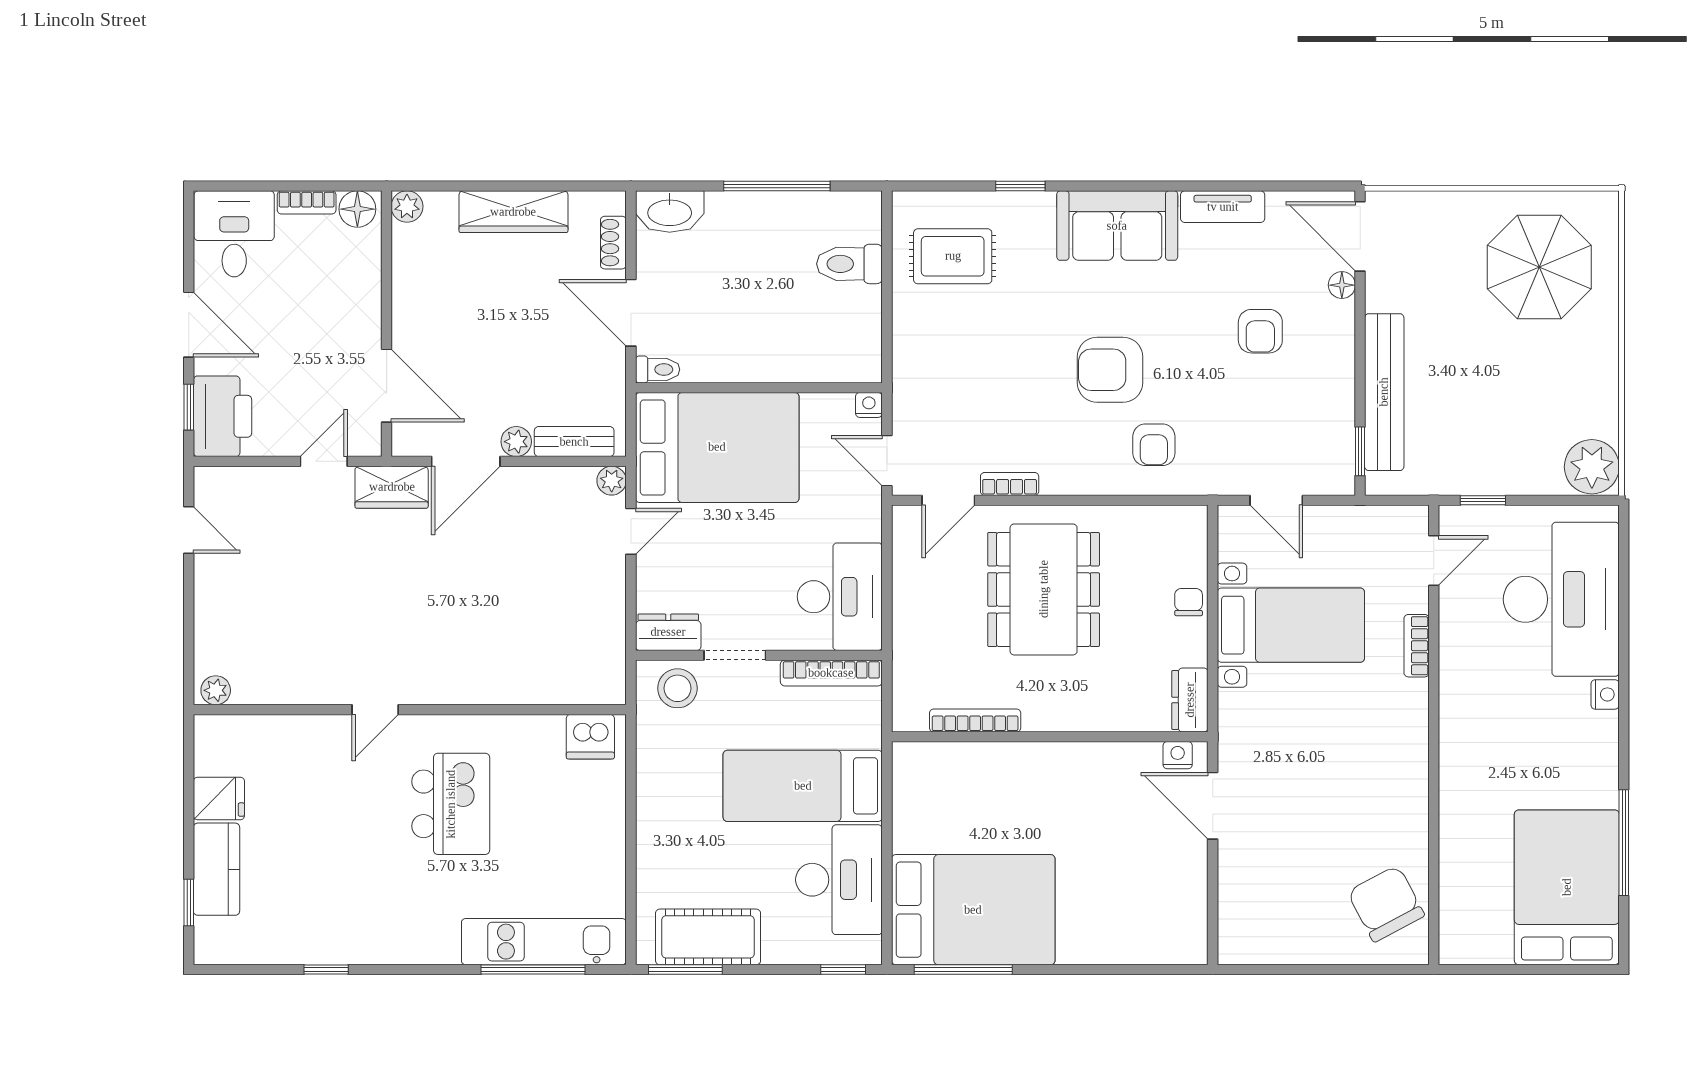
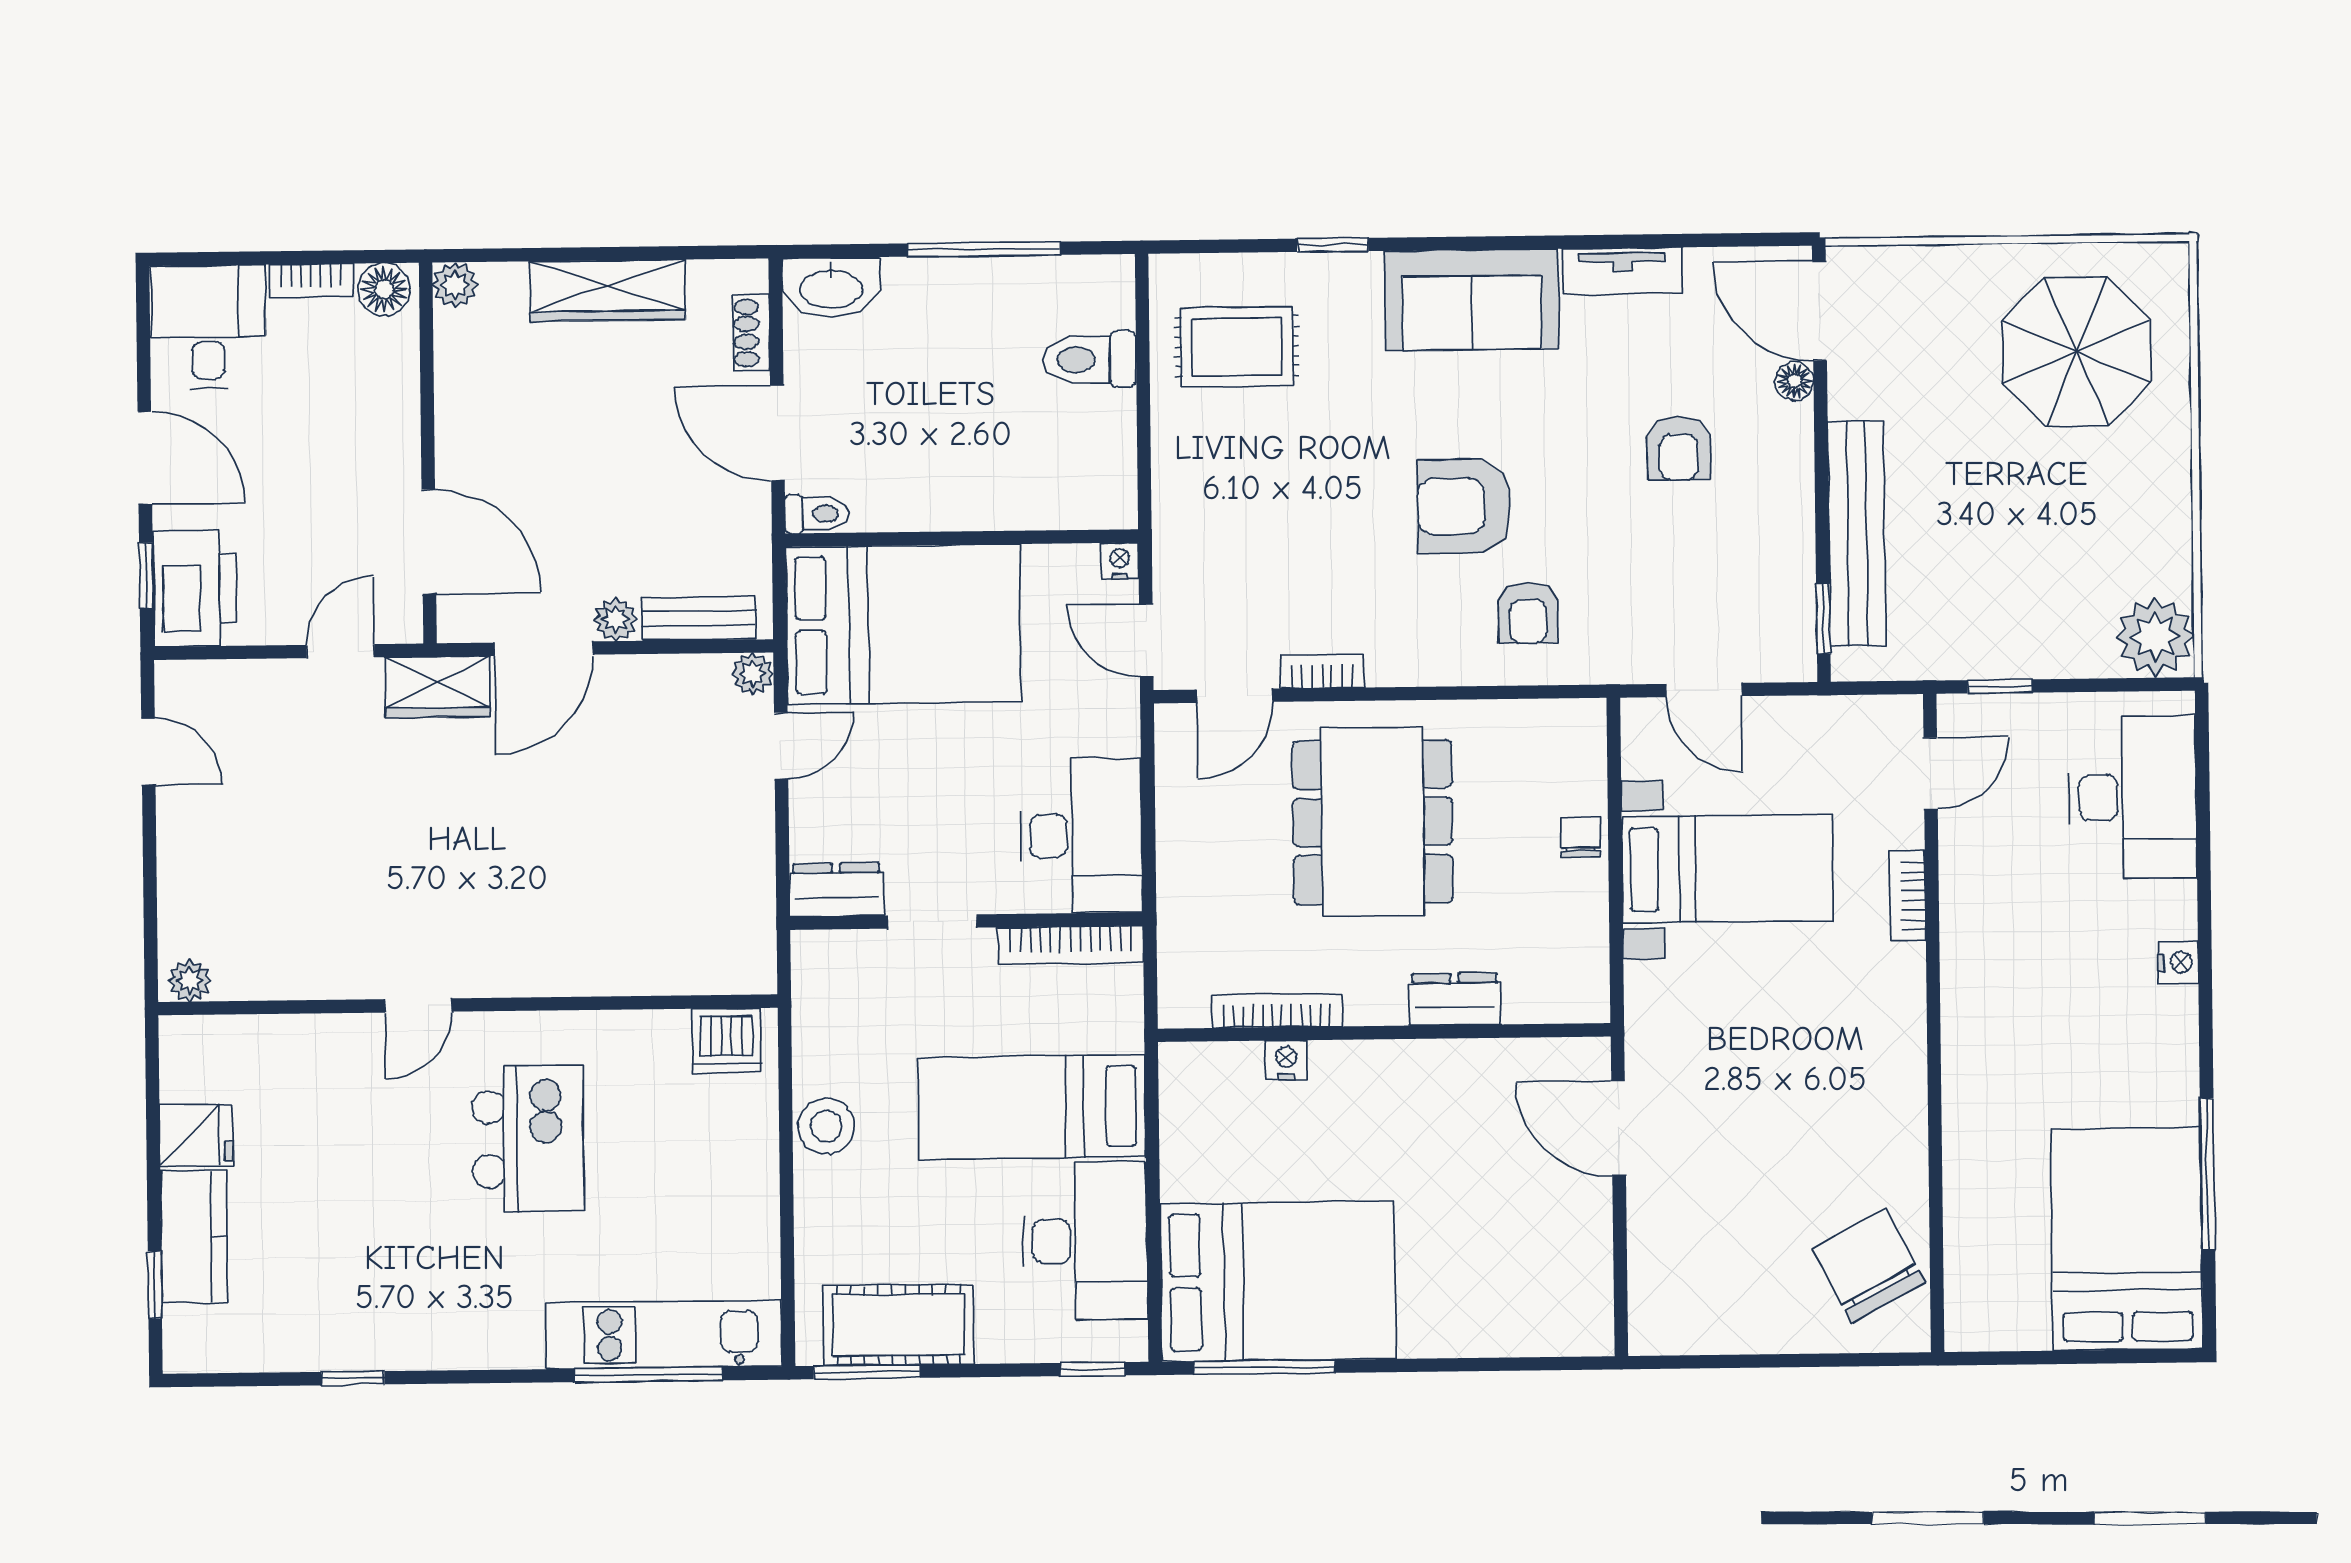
desk: (1561, 599) -> (2133, 797), width x0.73, depth x0.77
stool: (677, 688) -> (826, 1126), moved
dresser: (1190, 700) -> (1455, 999), moved, turned 90
nightstand: (1178, 755) -> (1286, 1060), moved

